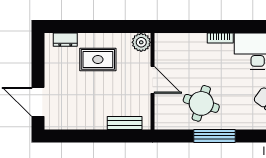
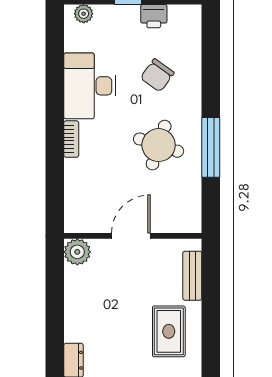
rug: (98, 59) -> (169, 331), moved
round table: (201, 103) -> (159, 145), moved

